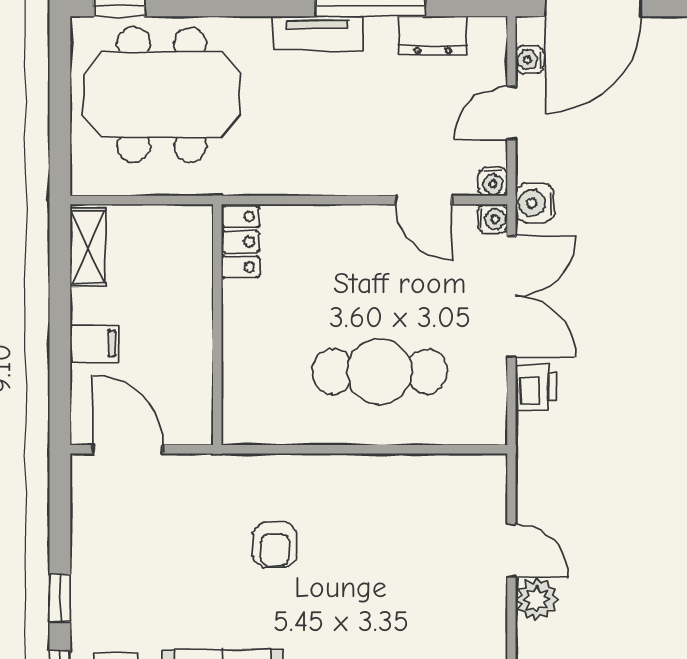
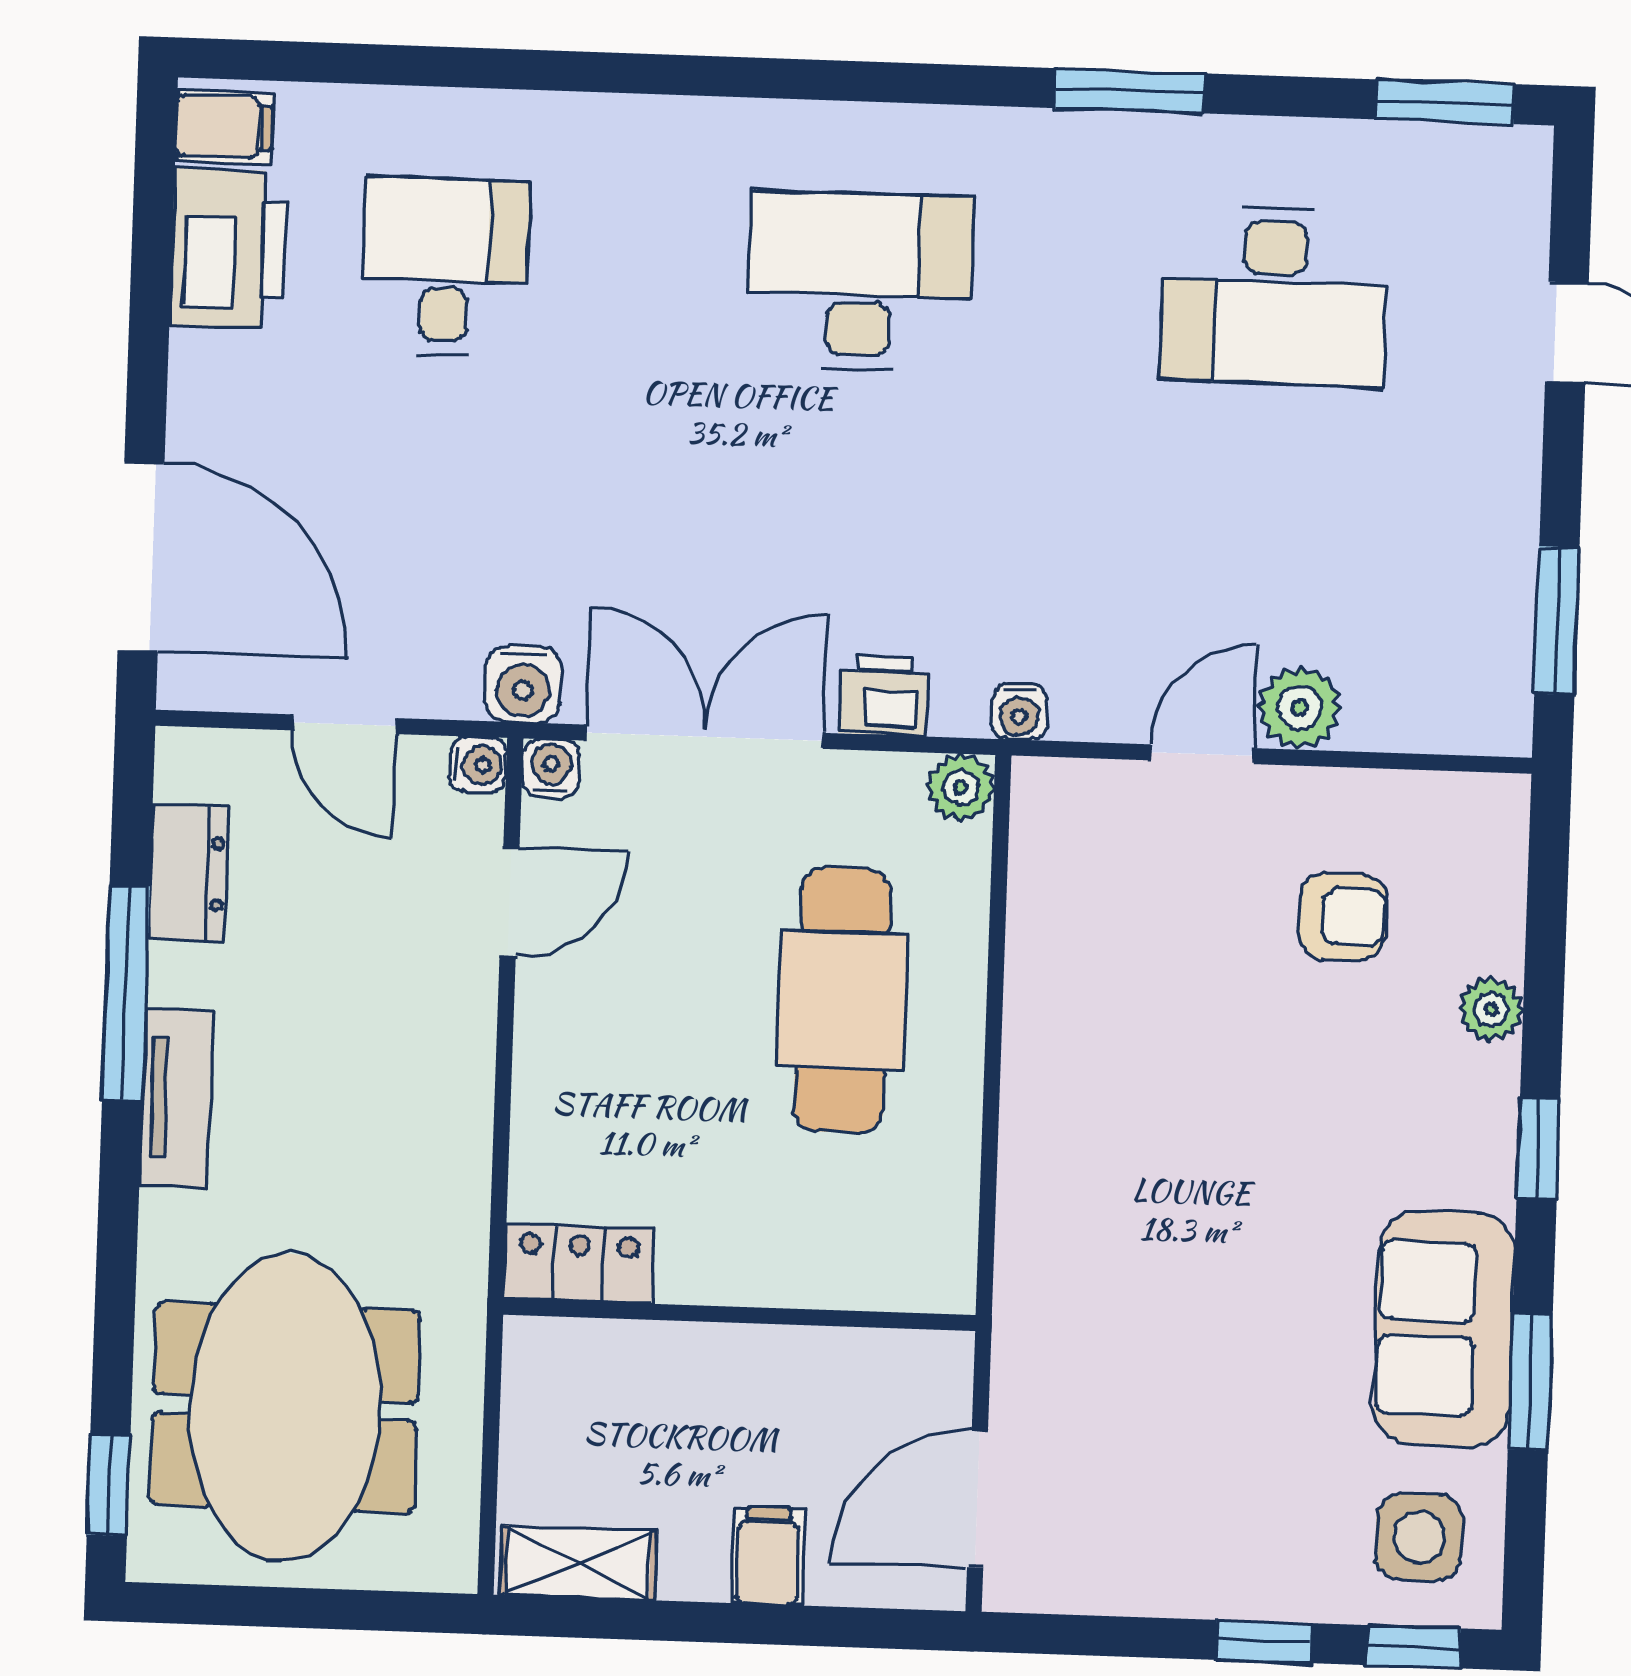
water cooler: (530, 60) -> (1020, 712), moved
plant: (490, 428) -> (960, 788), added
armchair: (275, 544) -> (1343, 917), moved

